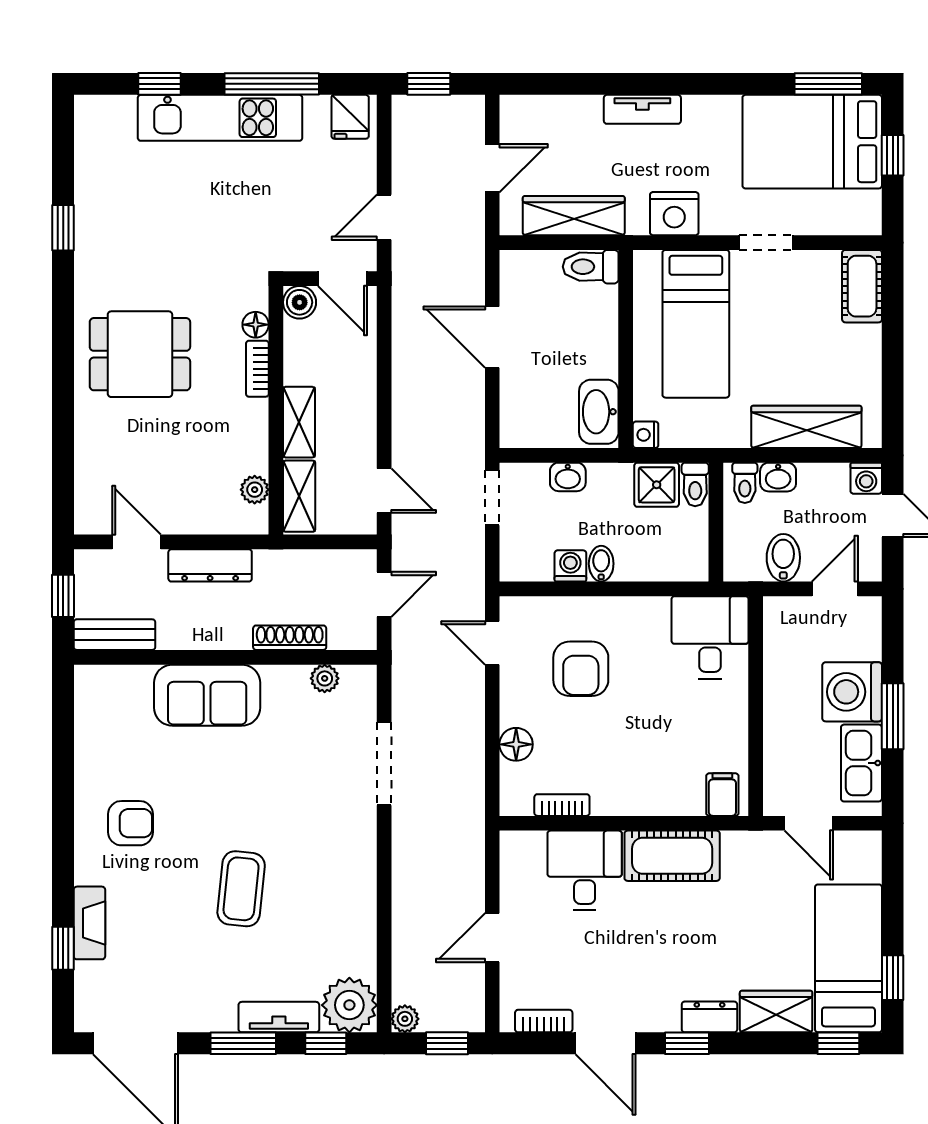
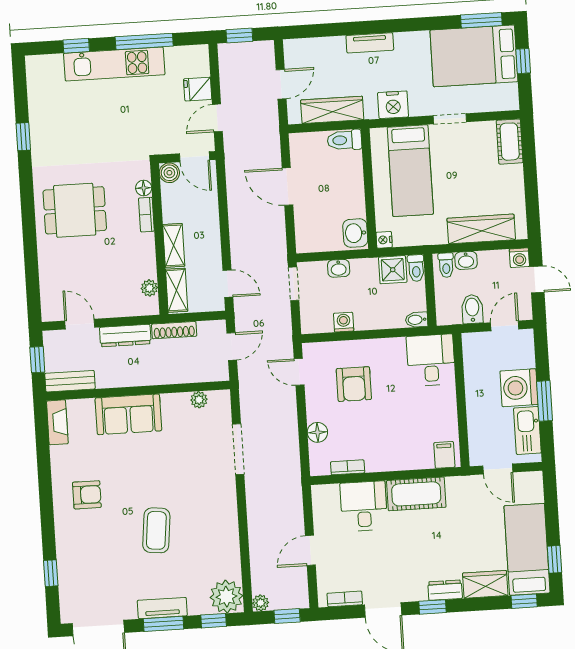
fridge: (350, 117) -> (198, 89), moved, turned 90
washbasin: (599, 412) -> (355, 233), width x0.72
bidet: (601, 564) -> (417, 320), moved, turned -90
shoe rack: (290, 638) -> (174, 330), moved, turned 180
fireplace: (89, 923) -> (57, 422), moved
tv unit: (279, 1017) -> (162, 608), moved

